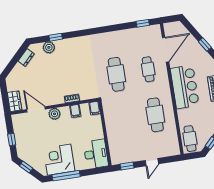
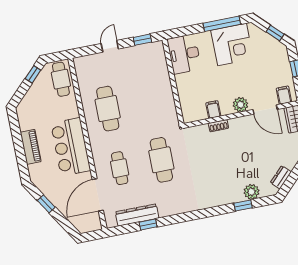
window: (143, 23) -> (148, 225), moved
dresser: (136, 33) -> (137, 215), added
filing cabinet: (95, 108) -> (284, 95), moved

